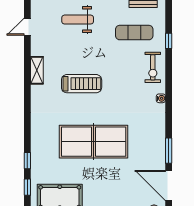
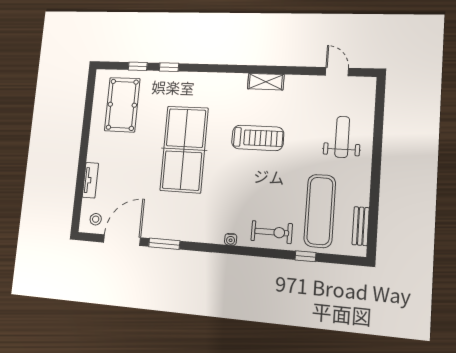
exercise mat: (134, 33) -> (320, 211), width x1.36, depth x1.45
exercise bike: (153, 67) -> (272, 232), turned 180
shelving: (37, 70) -> (266, 82), moved
treadmill: (82, 84) -> (258, 138), turned -90

